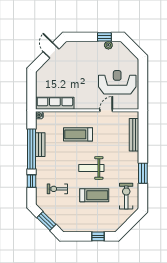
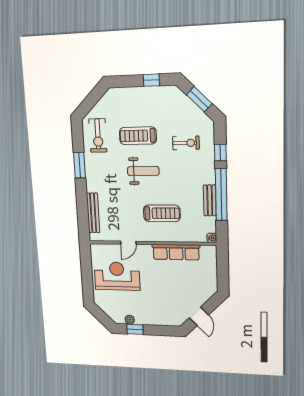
reception desk: (117, 82) -> (117, 276), turned 180
row of seats: (55, 103) -> (176, 252), moved
window: (98, 236) -> (151, 80), moved

